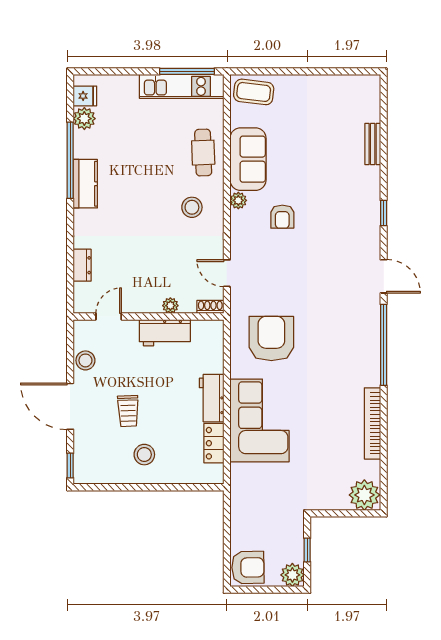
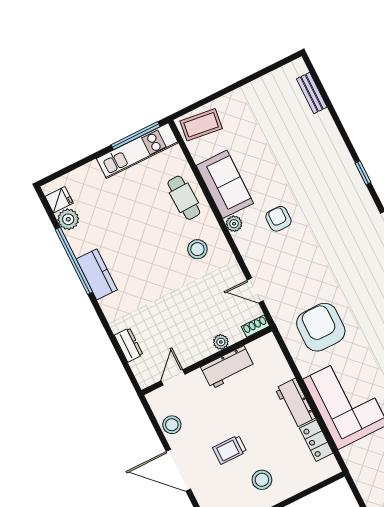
bench: (373, 144) -> (312, 93), moved
armchair: (282, 217) -> (278, 219), turned 180
trolley: (128, 411) -> (230, 450), turned 92

